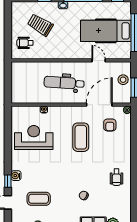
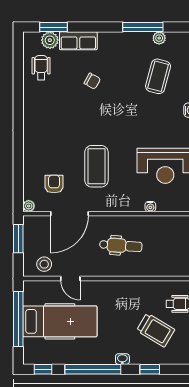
stool: (123, 80) -> (44, 264), moved
dental chair: (64, 83) -> (121, 246), width x0.73, depth x0.72
wheelchair: (116, 177) -> (41, 68), moved
coffee table: (39, 199) -> (158, 76), turned -75

